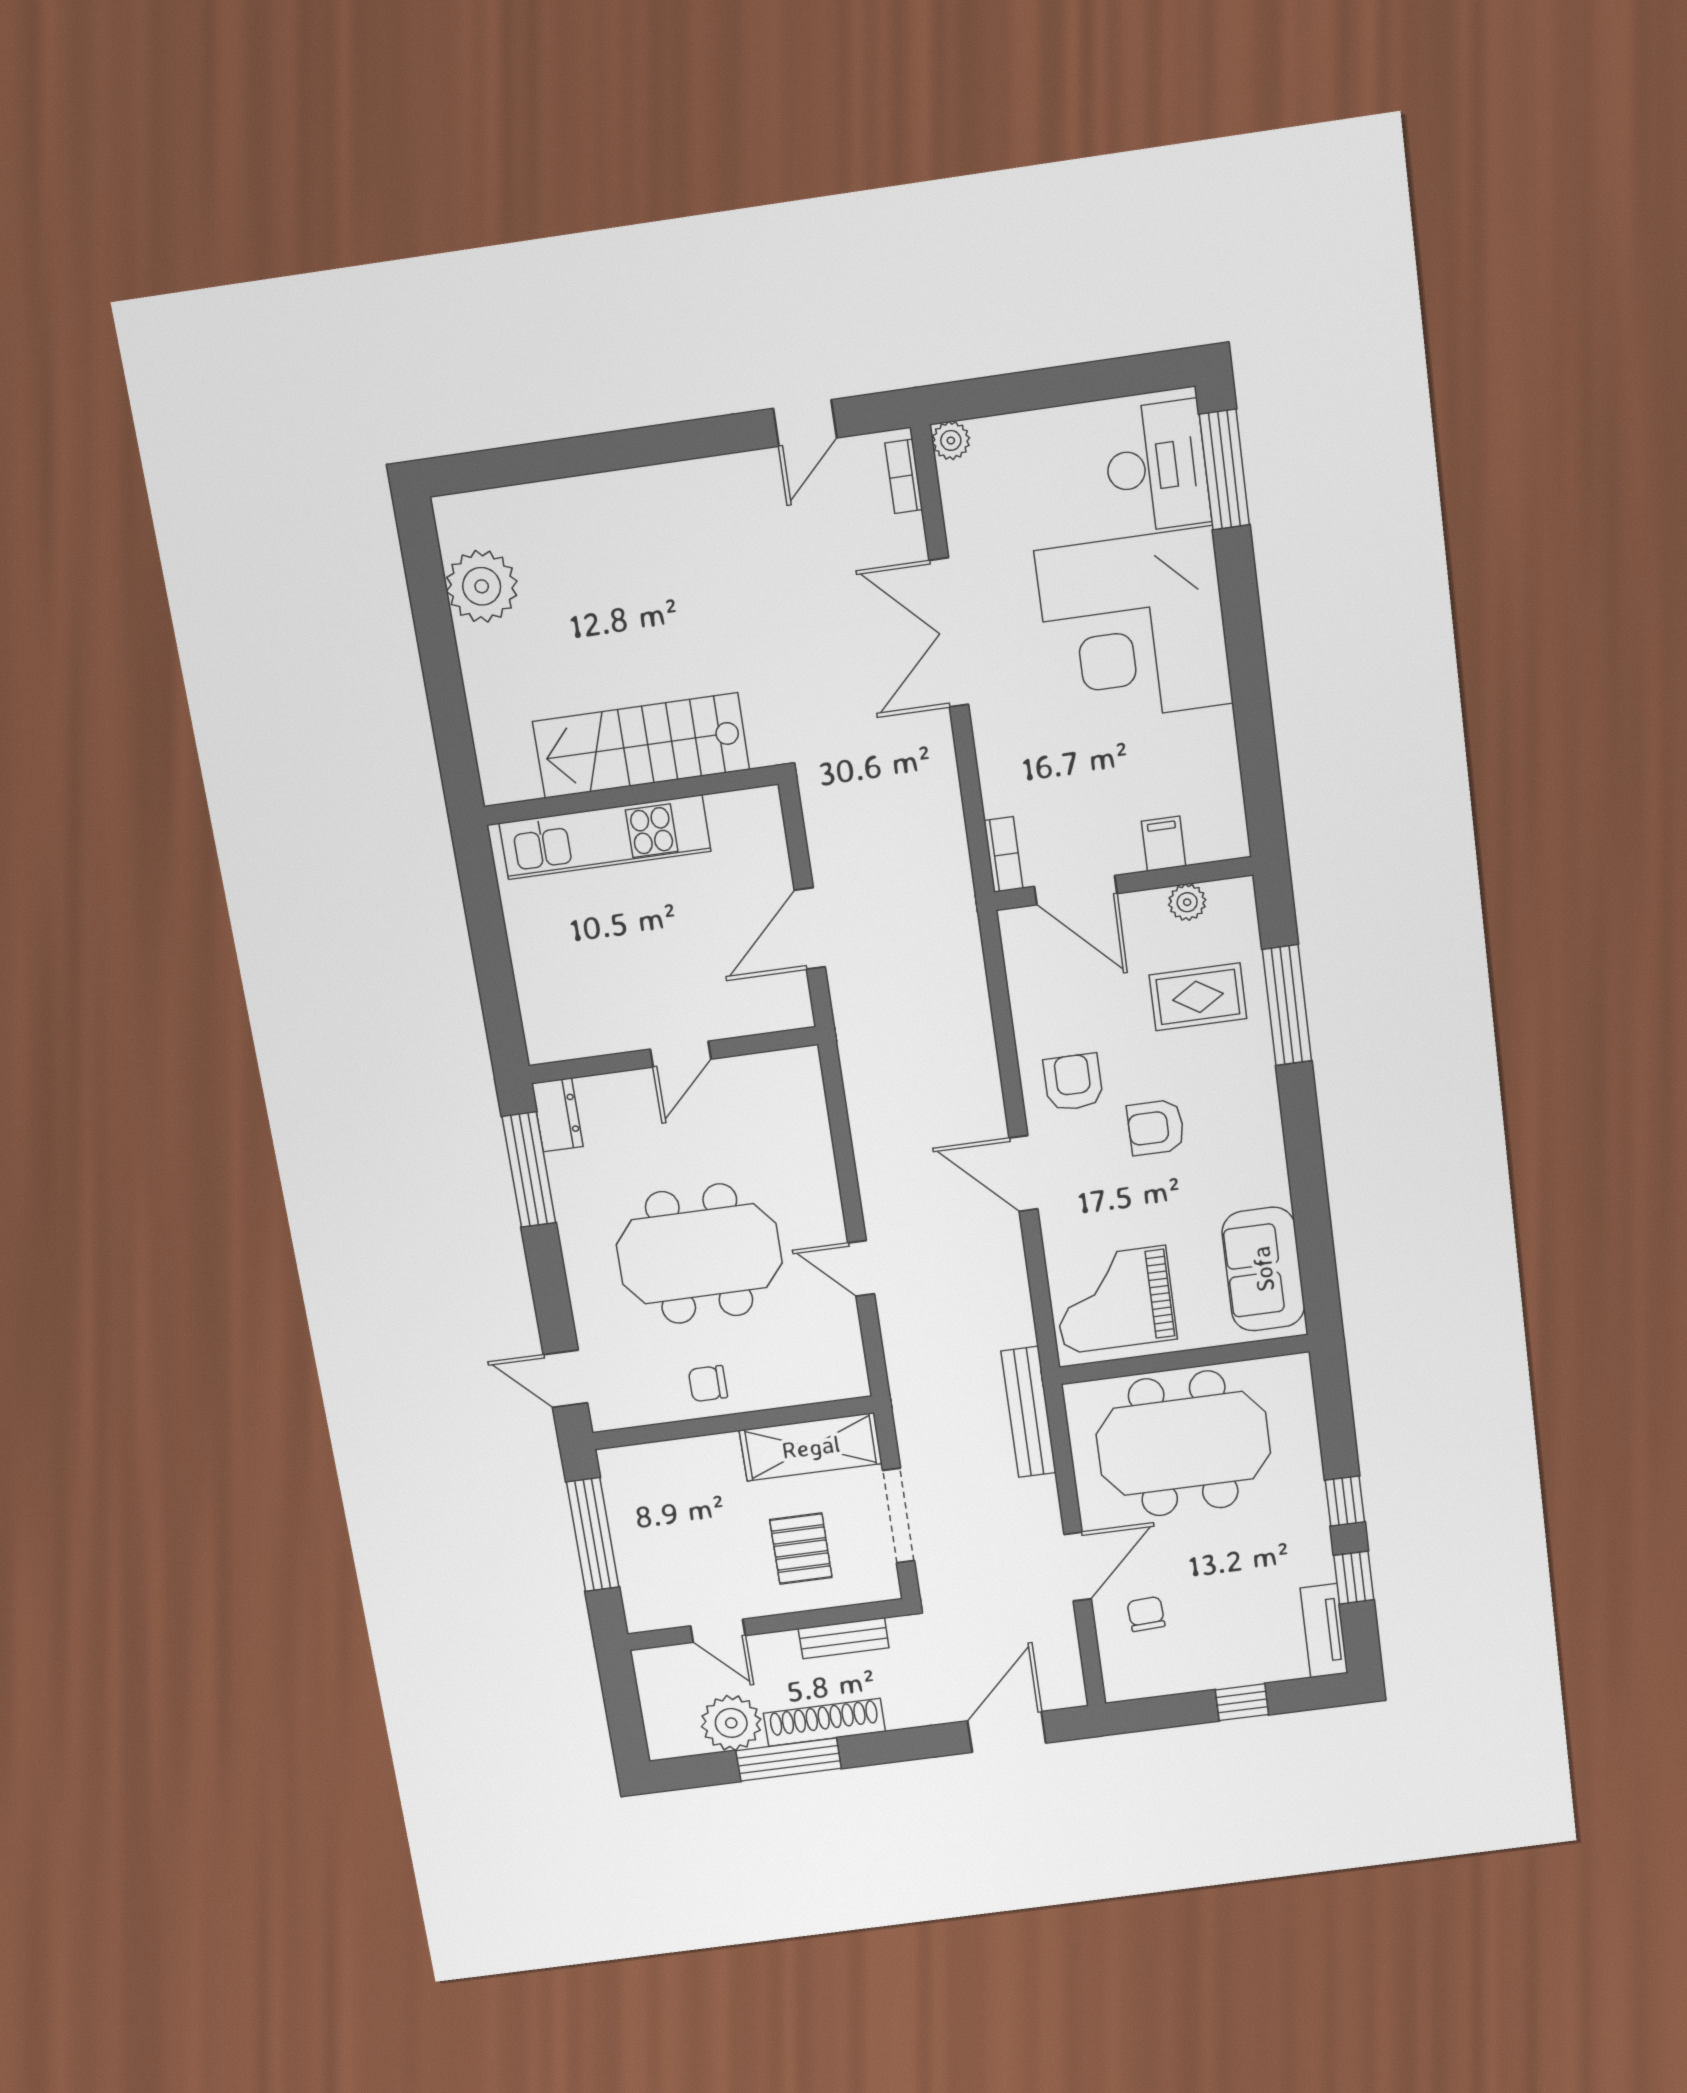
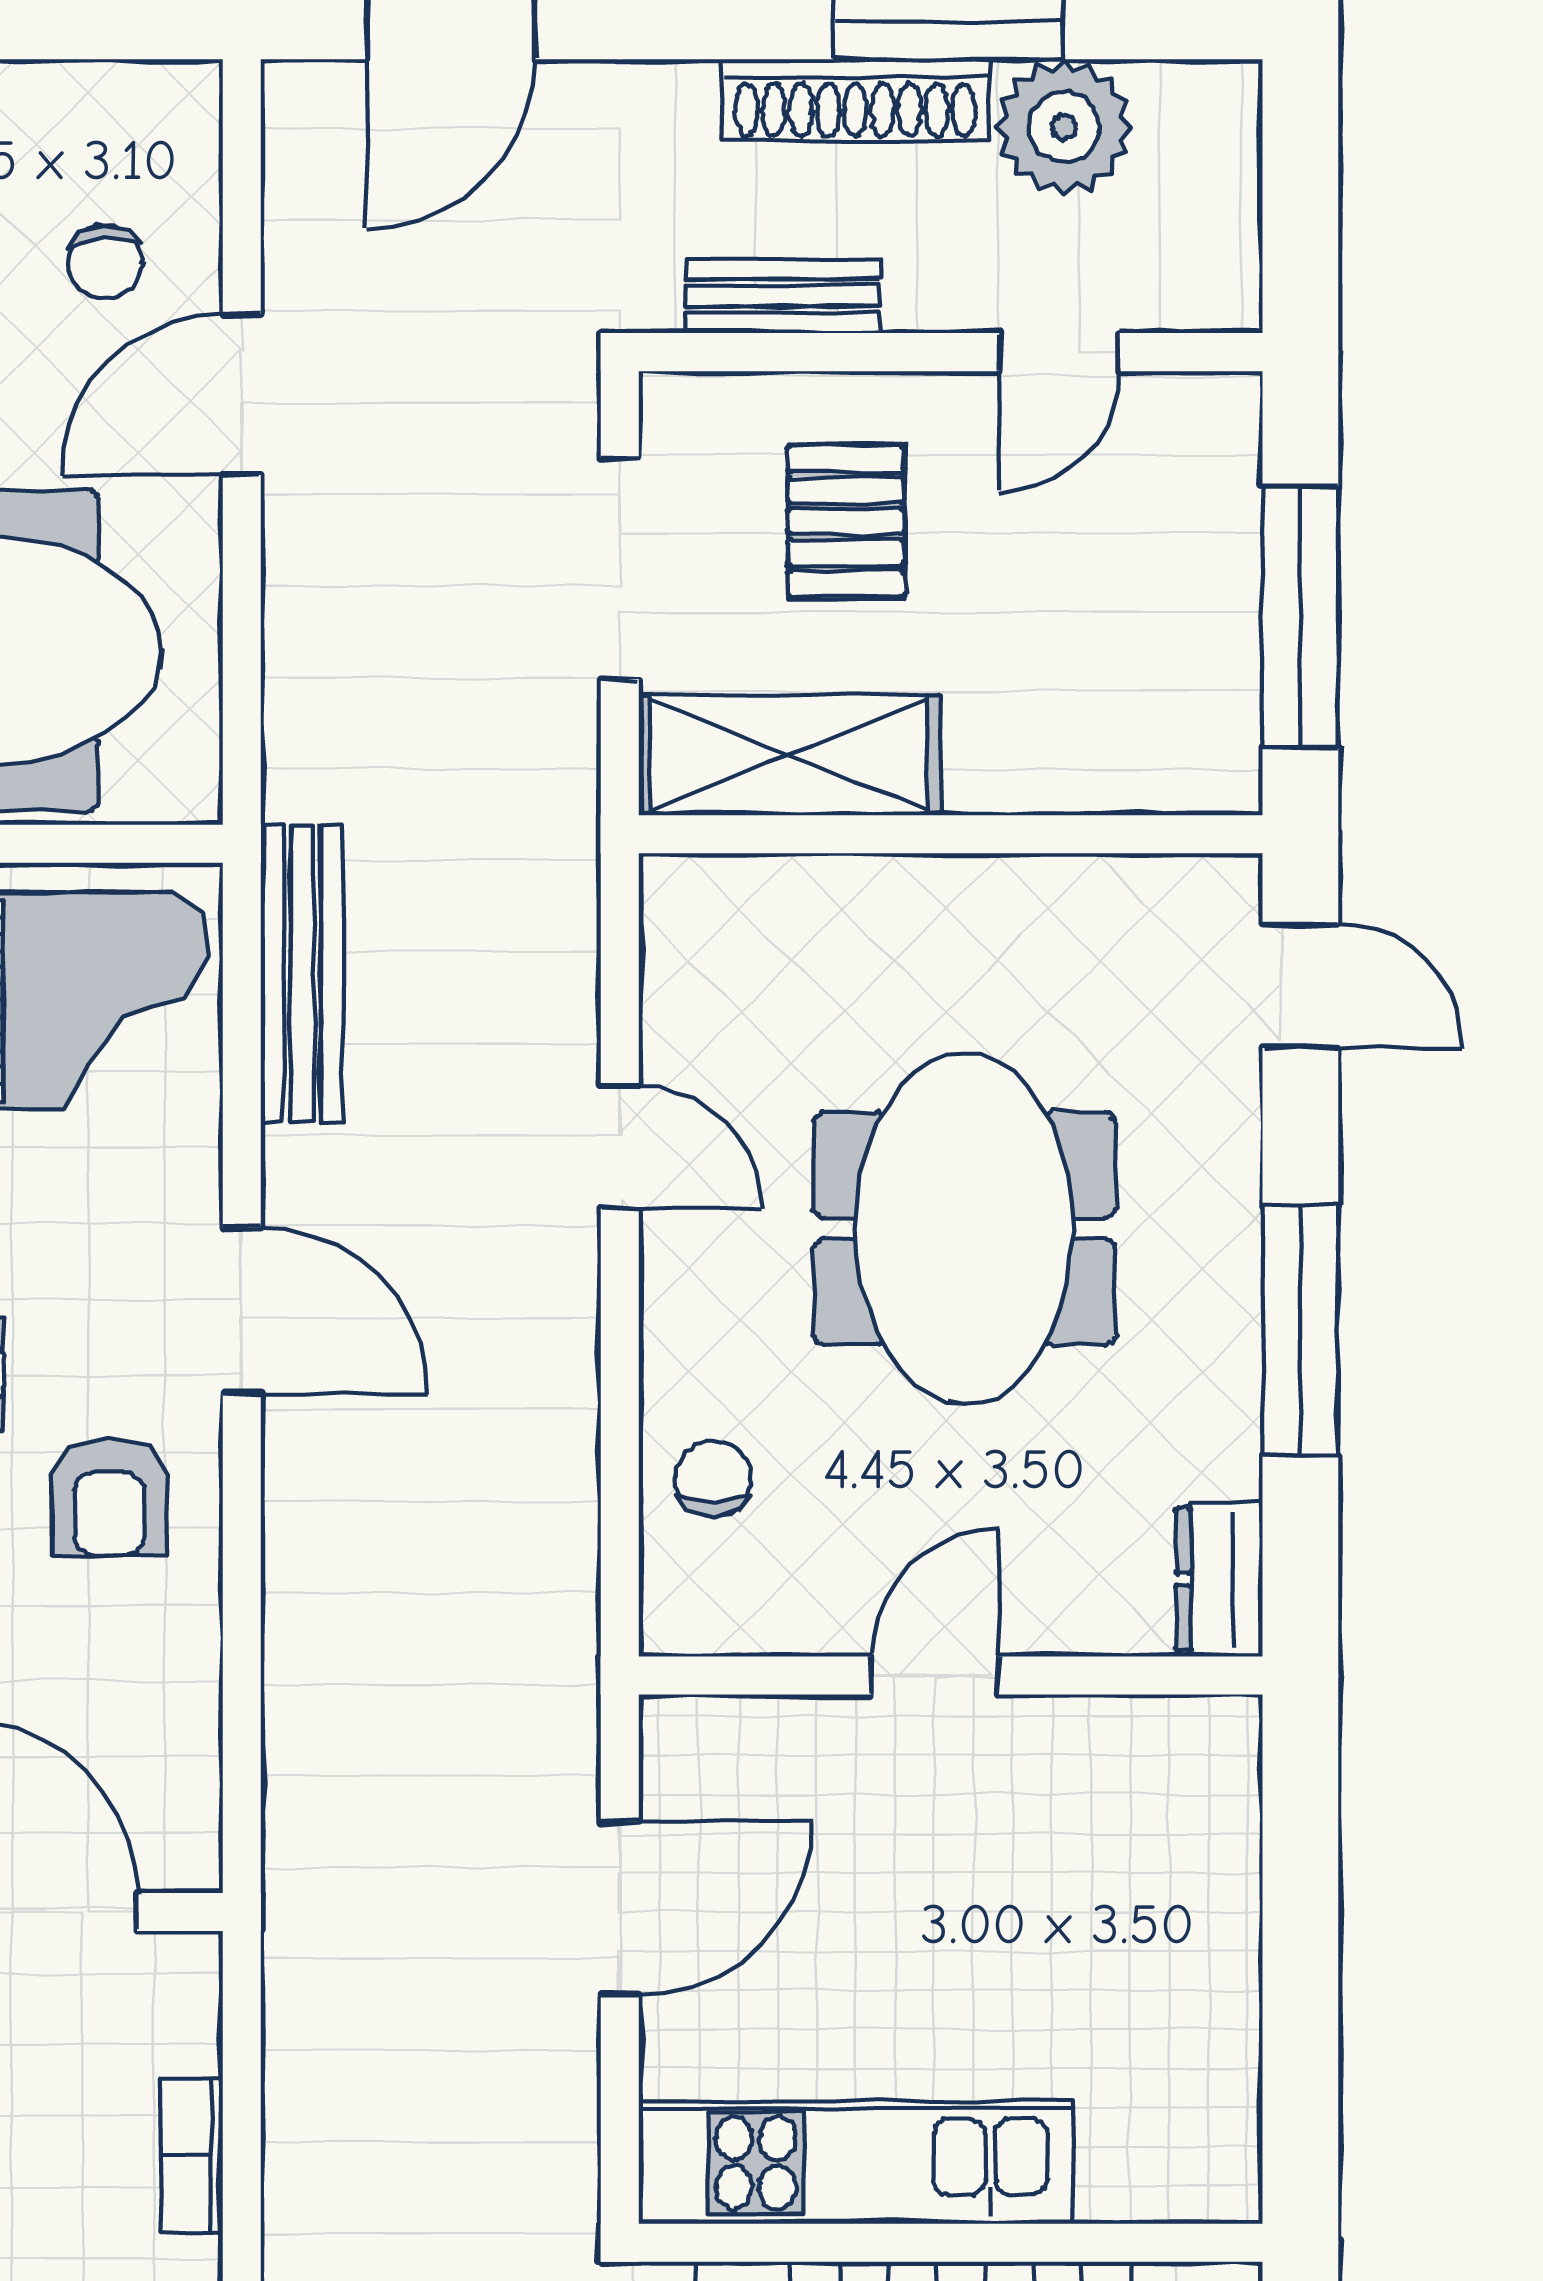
kitchen unit: (605, 837) -> (856, 2163), moved
bookcase: (1003, 855) -> (192, 2156), moved
window: (529, 1170) -> (1300, 1330), moved
meeting table: (699, 1254) -> (964, 1229), turned 90
chair: (708, 1384) -> (713, 1479), moved, turned -90
bench: (1029, 1412) -> (302, 974), moved
door: (718, 1631) -> (1059, 352), swing flipped

